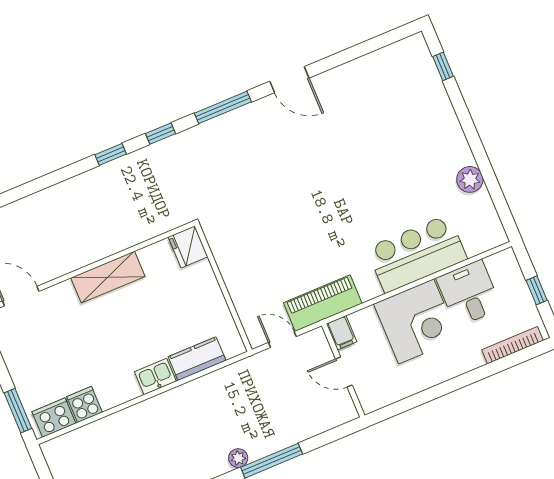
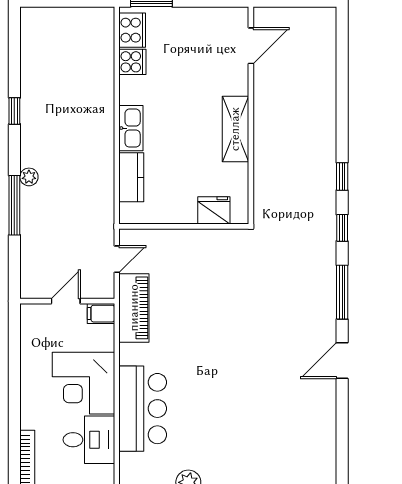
fridge: (188, 247) -> (214, 210), moved
kitchen sink: (155, 376) -> (131, 128), width x1.38

